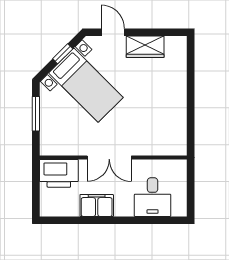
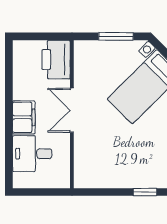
window: (191, 85) -> (145, 192), added
filing cabinet: (97, 205) -> (24, 117), moved

